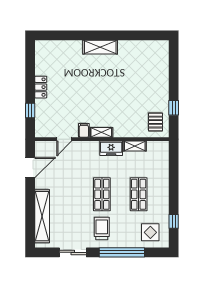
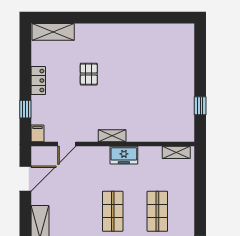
shelving: (100, 47) -> (53, 32), moved
pallet: (155, 122) -> (89, 74), moved
filing cabinet: (84, 130) -> (38, 133), moved
shelving: (135, 146) -> (176, 152), moved

